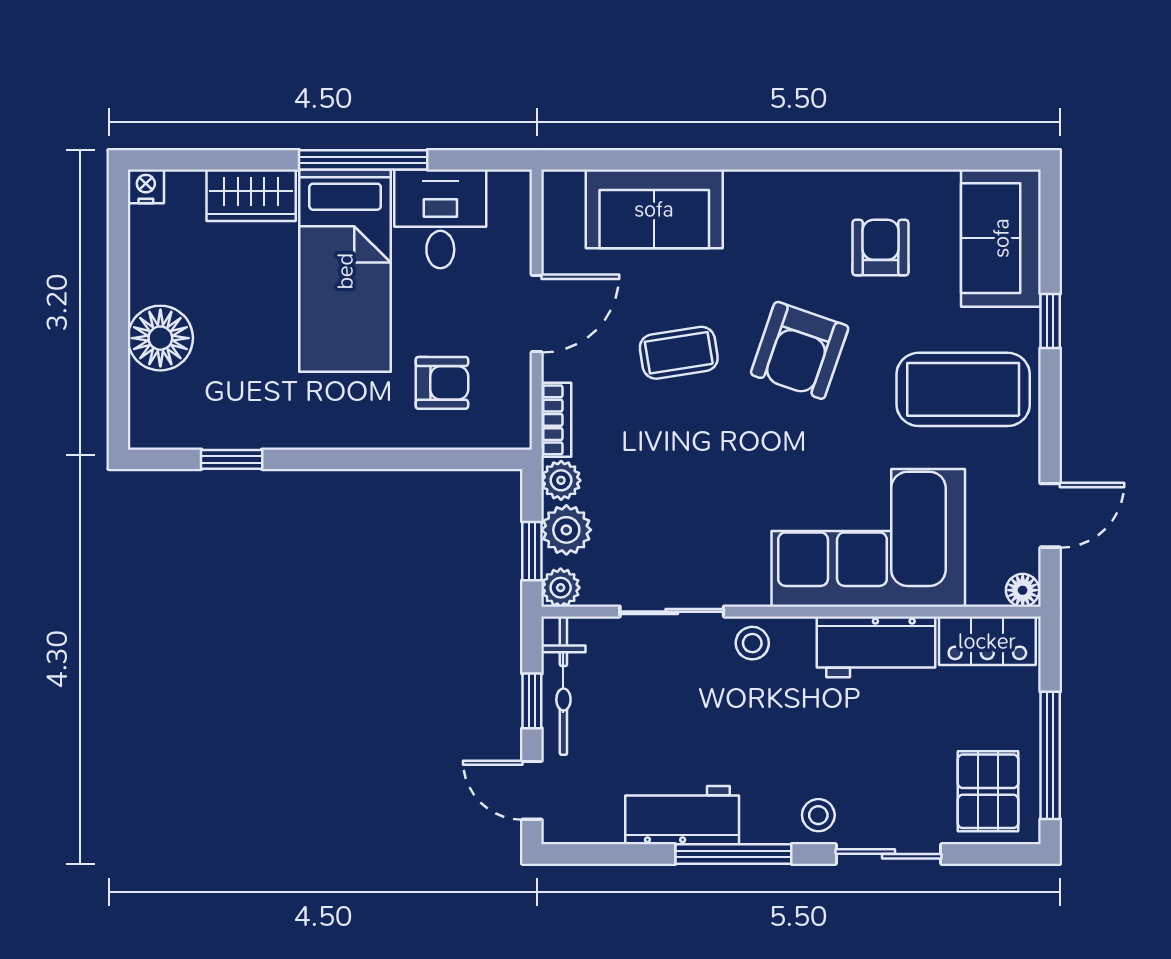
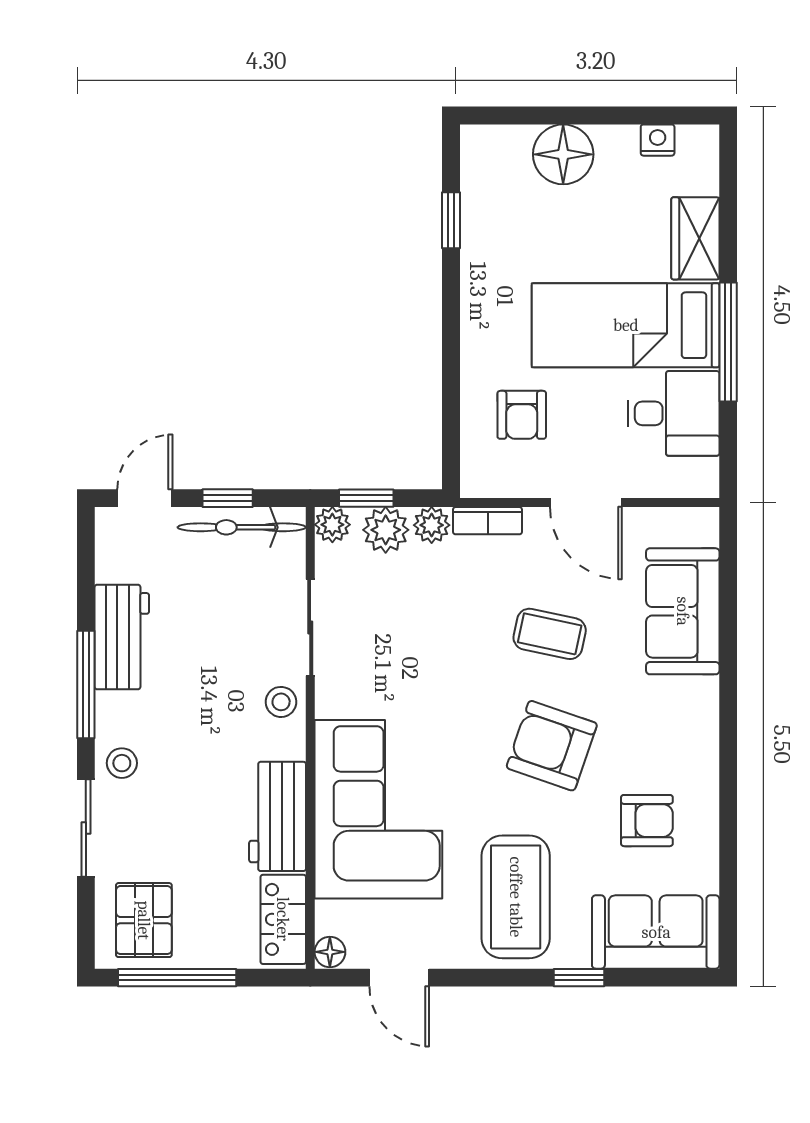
nightstand: (146, 186) -> (658, 140), moved, turned -90
coffee table: (679, 353) -> (550, 634), turned -69
pallet: (988, 791) -> (144, 920), turned 90

